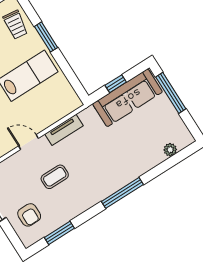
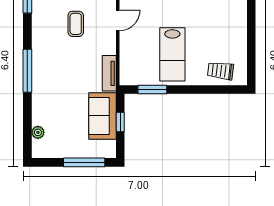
window: (46, 37) -> (152, 89), moved
sofa: (128, 98) -> (103, 116), width x0.73
tv unit: (64, 130) -> (109, 73), moved

